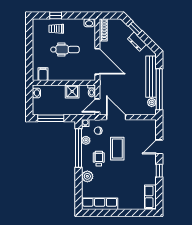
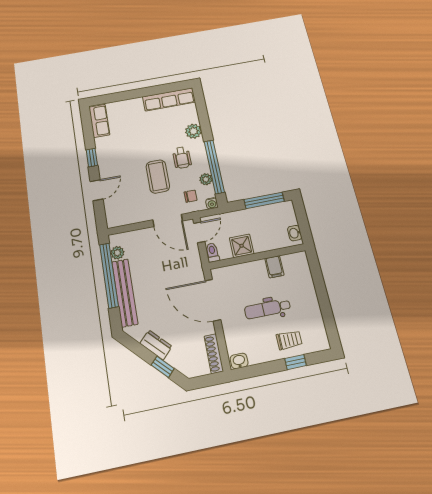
filing cabinet: (43, 74) -> (274, 267), moved

